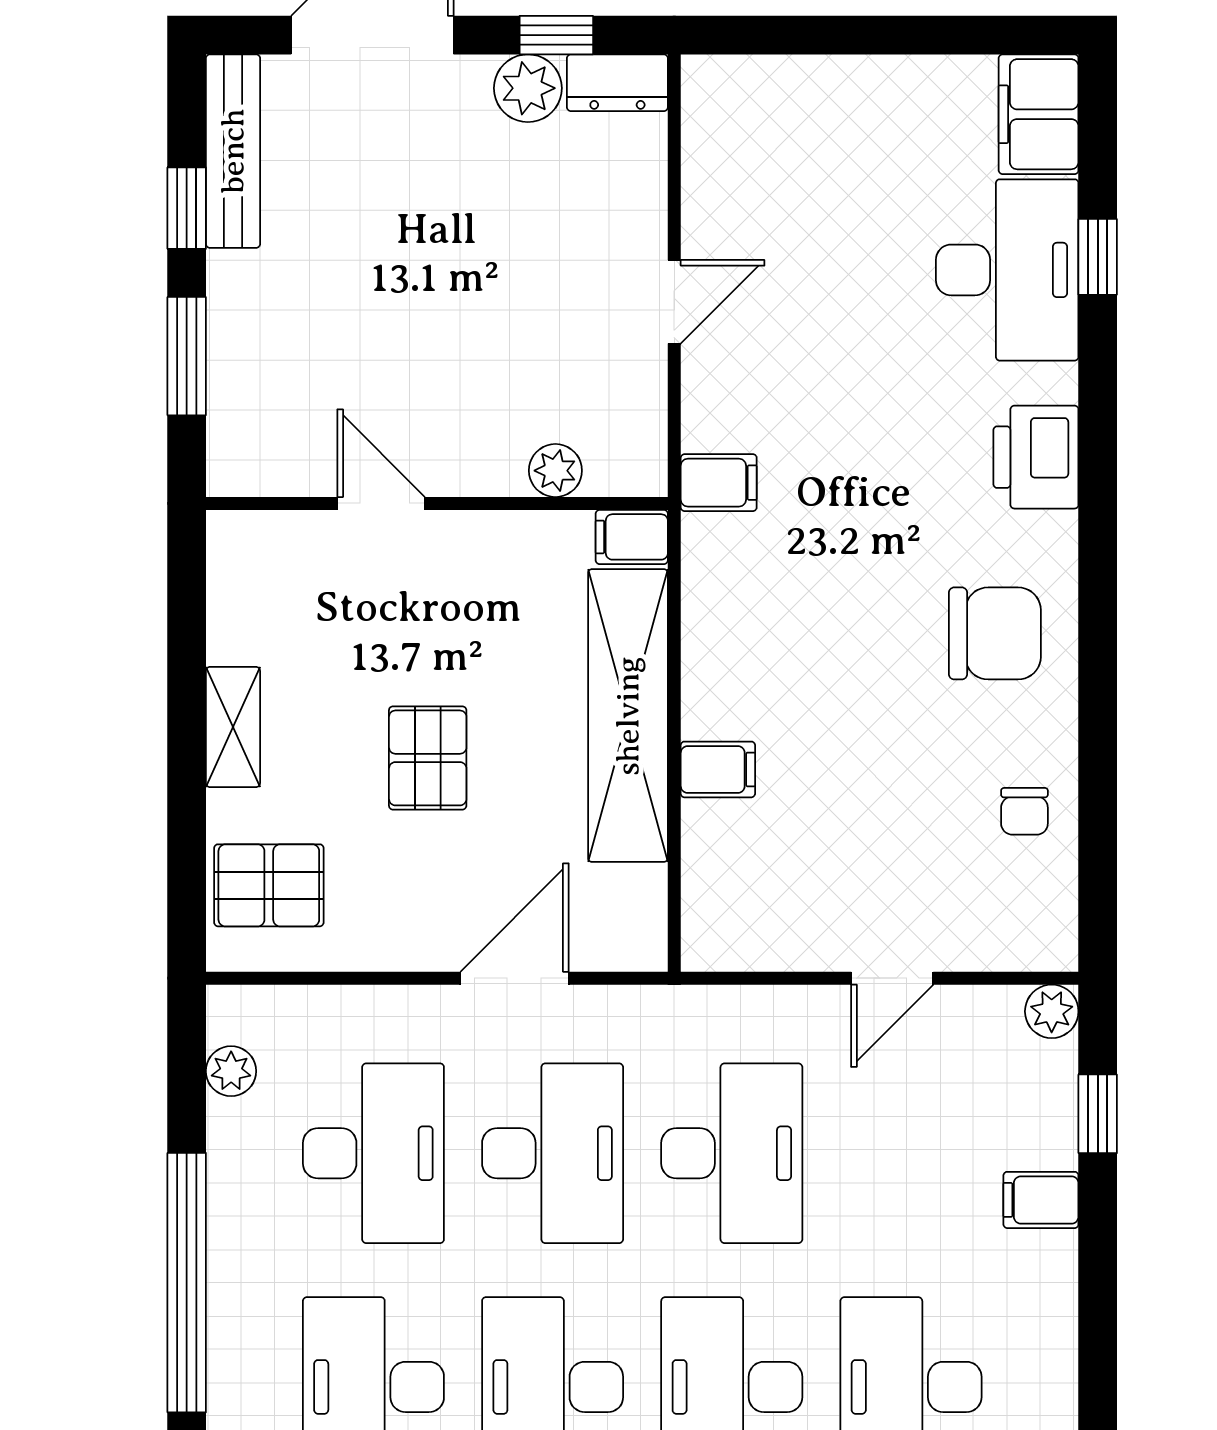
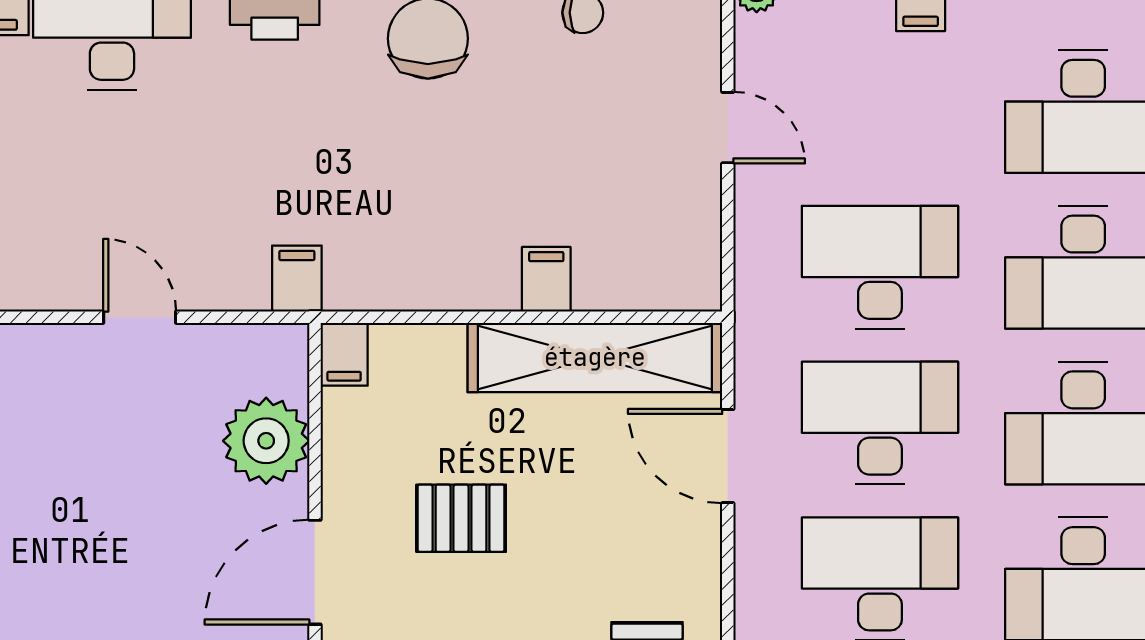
plant: (555, 471) -> (266, 441), width x1.88, depth x1.88
door: (381, 503) -> (315, 572), width x1.38
shelving: (628, 716) -> (595, 357), moved
pallet: (428, 758) -> (461, 518), moved

